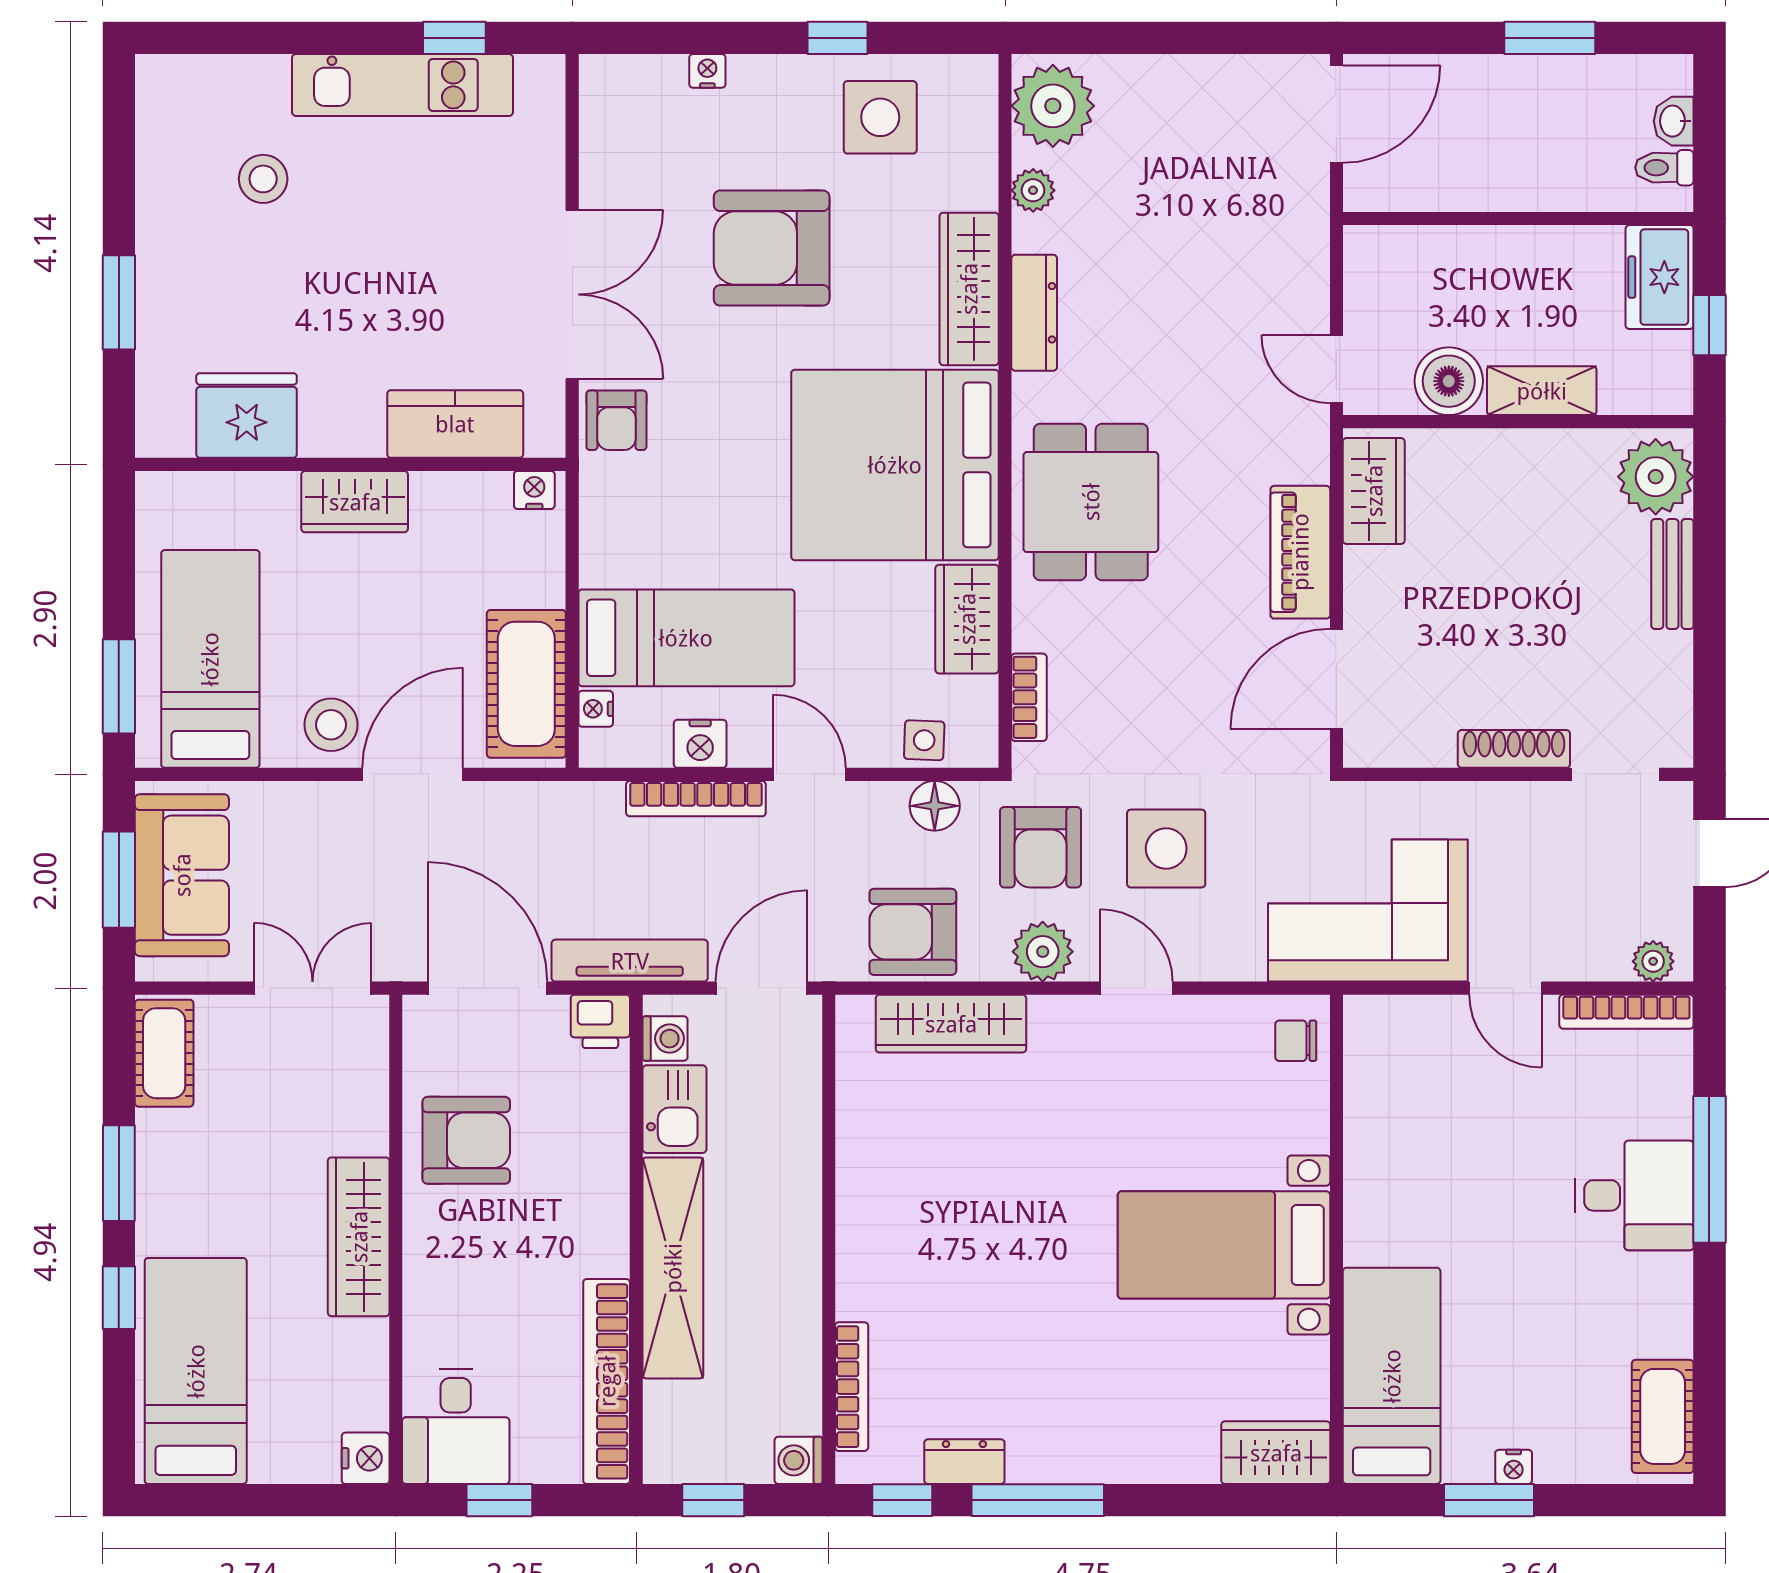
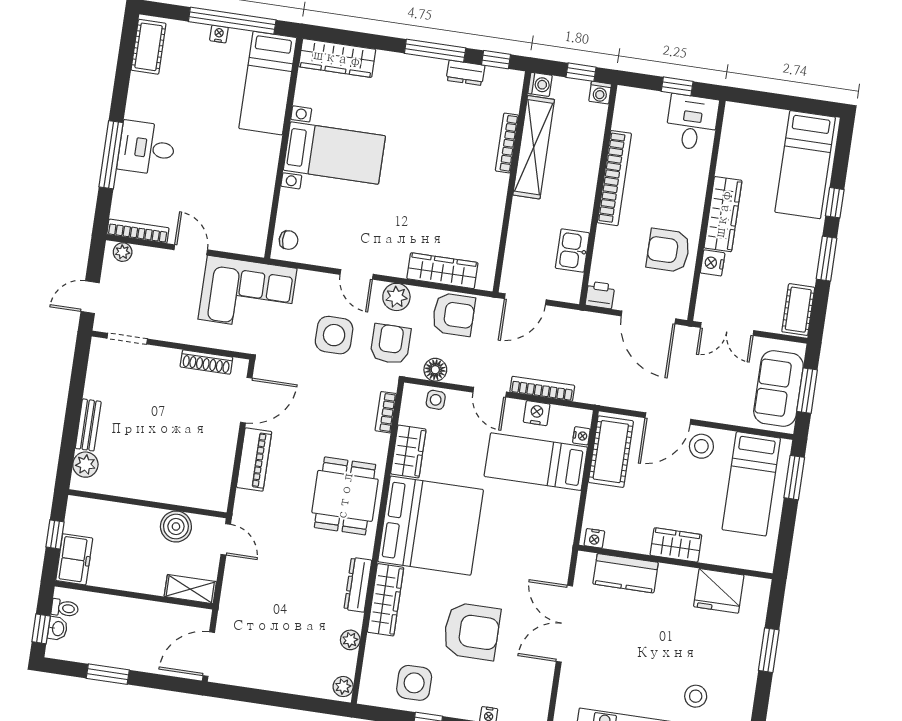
plant: (1053, 106) -> (343, 687), width x0.53, depth x0.53
window: (1709, 115) -> (41, 629), added
shelving: (1542, 391) -> (190, 589), moved
armchair: (616, 420) -> (553, 564), removed
plant: (1656, 477) -> (85, 465), width x0.73, depth x0.73
wardrobe: (1374, 491) -> (217, 482), removed
shoe rack: (1514, 749) -> (206, 362), moved
tv unit: (630, 961) -> (583, 320), removed
washing machine: (665, 1039) -> (600, 93), moved, turned -90
shelving: (673, 1268) -> (534, 147), moved
bookcase: (607, 1381) -> (614, 178), moved
bookcase: (852, 1387) -> (507, 143), moved
wardrobe: (1276, 1453) -> (337, 58), width x1.50
nightstand: (366, 1458) -> (713, 263), moved
window: (1489, 1500) -> (232, 21), width x2.11

